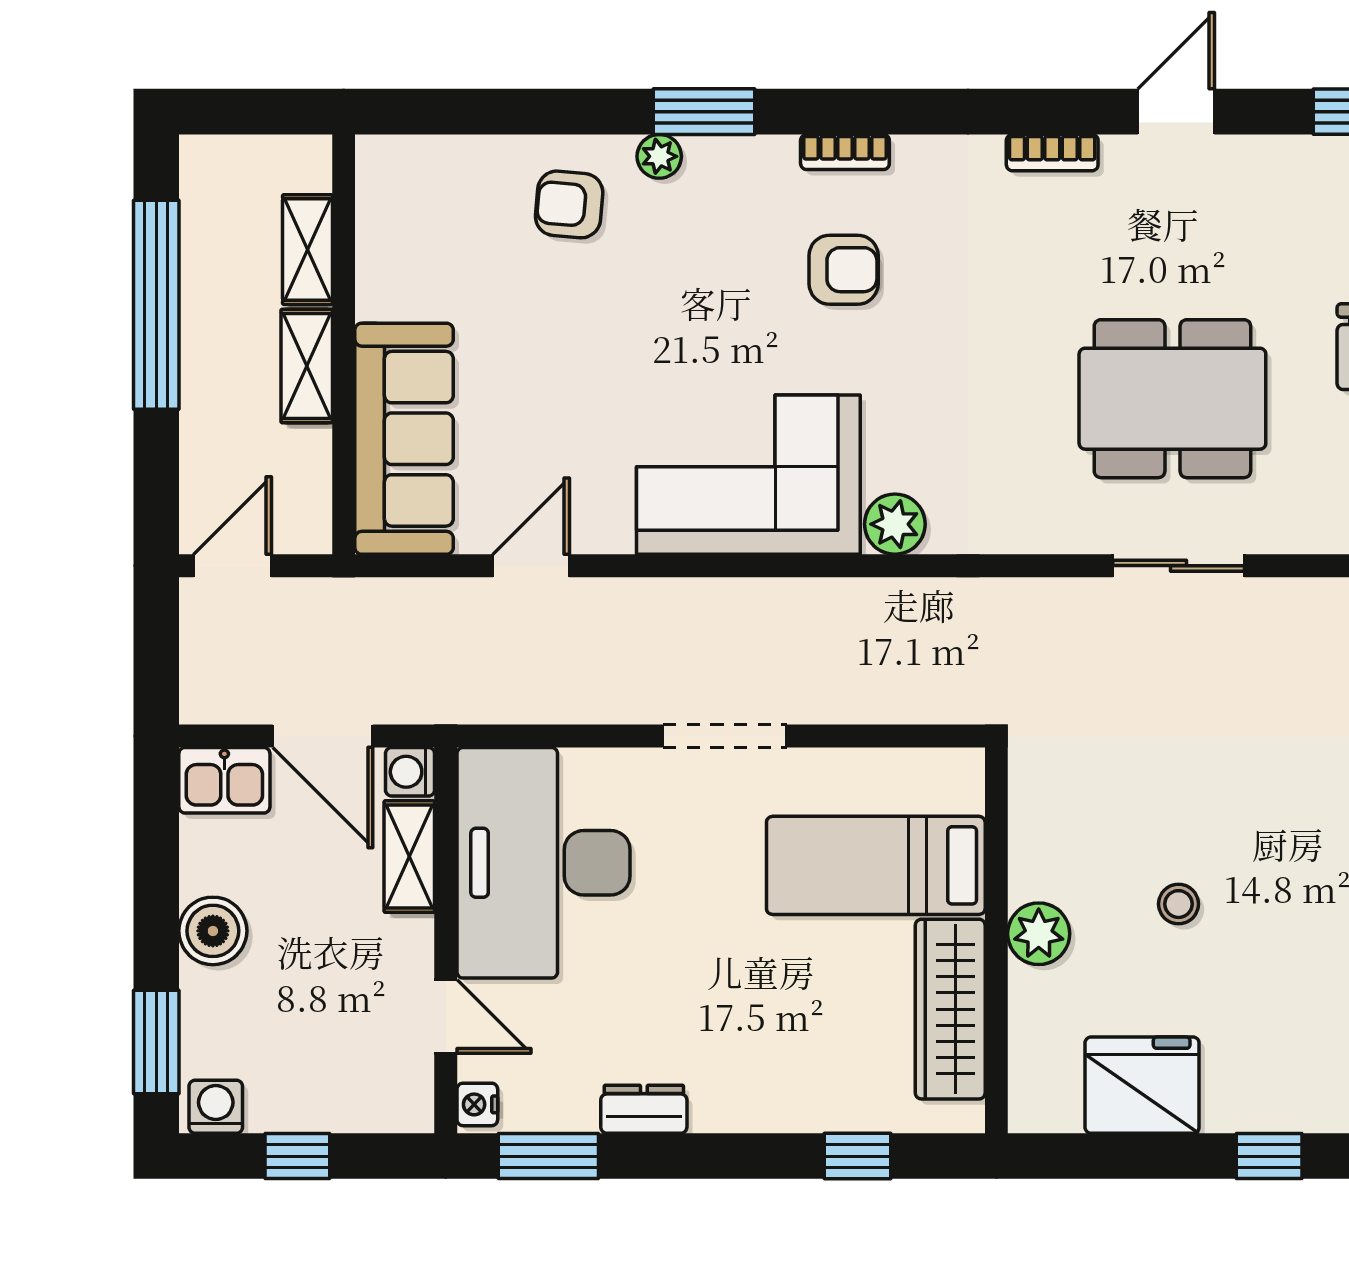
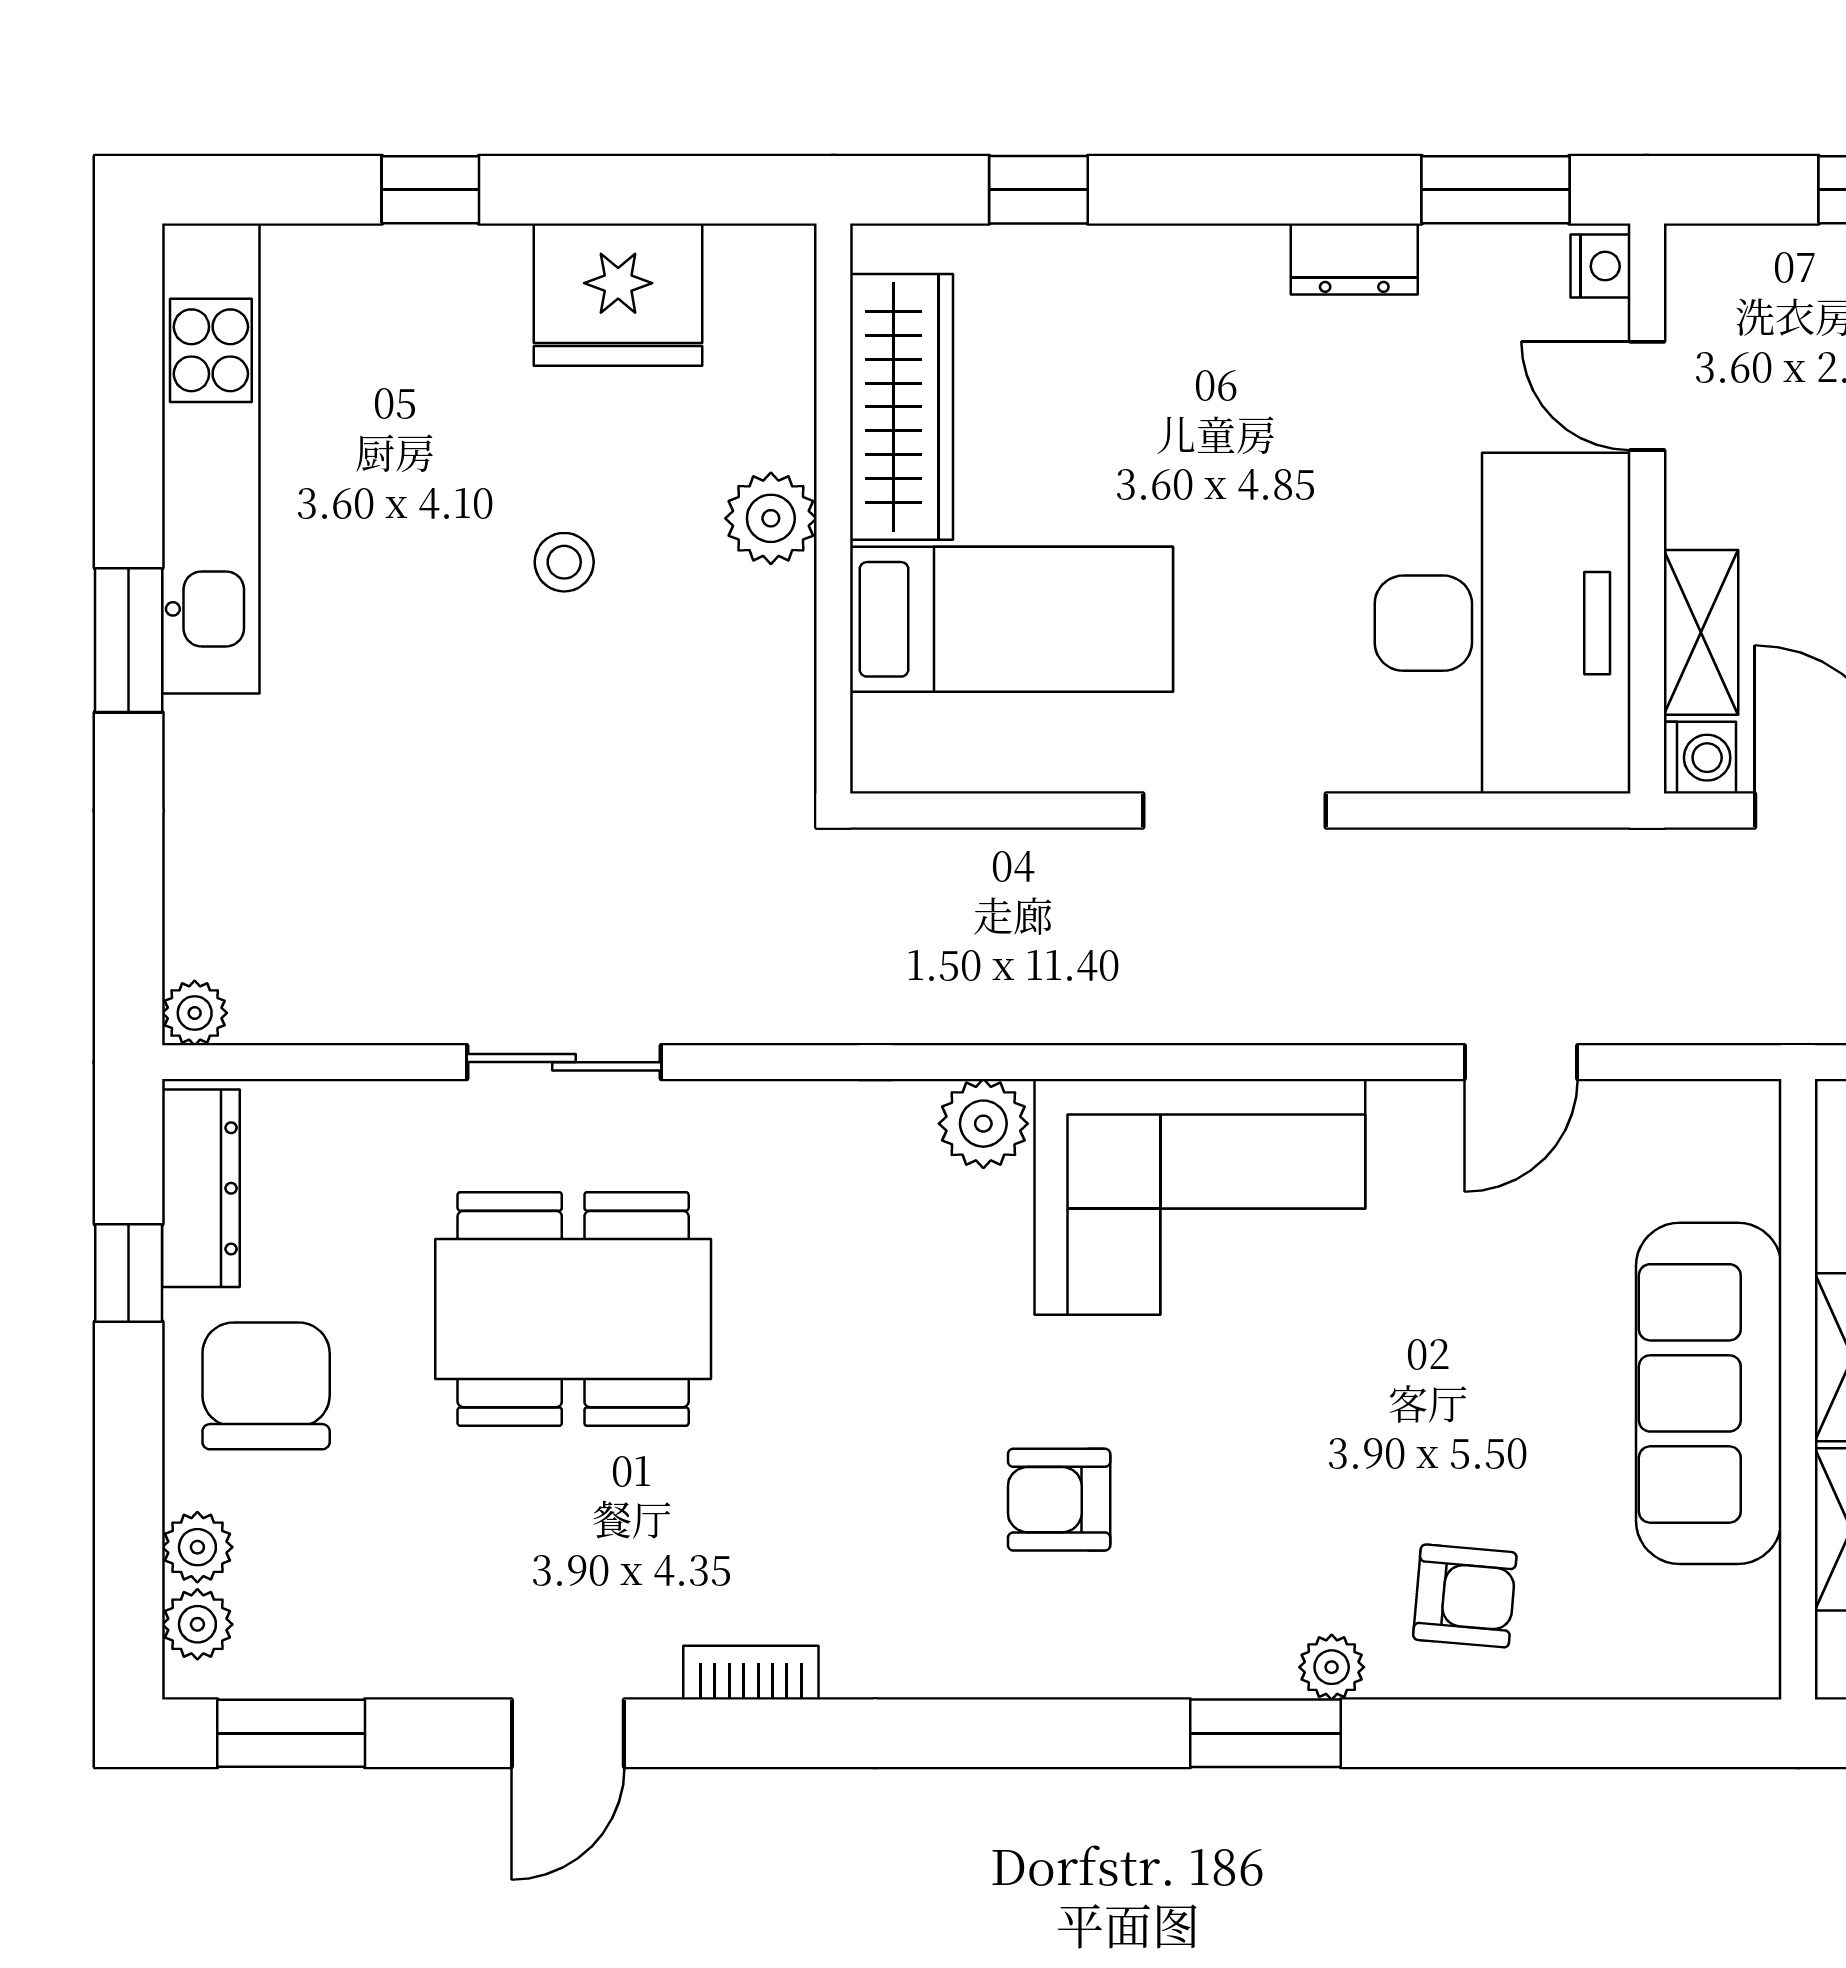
bookcase: (845, 152) -> (1057, 1674), removed
sofa: (404, 439) -> (1709, 1393), moved

